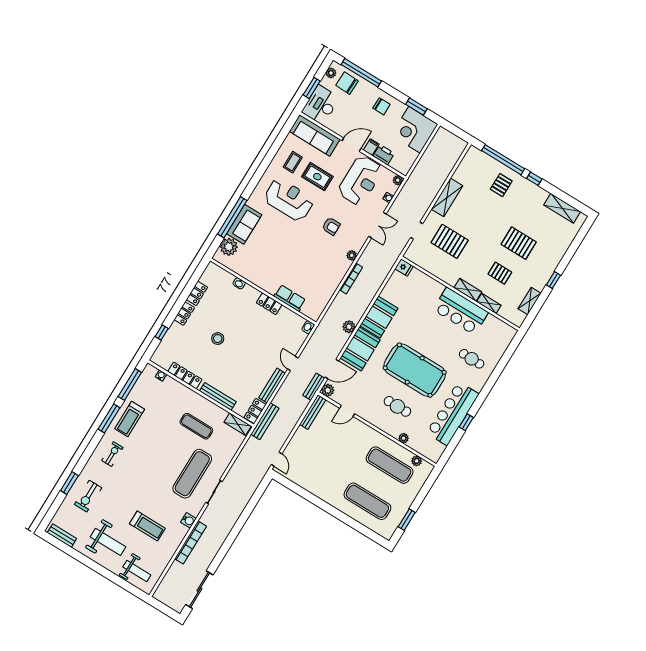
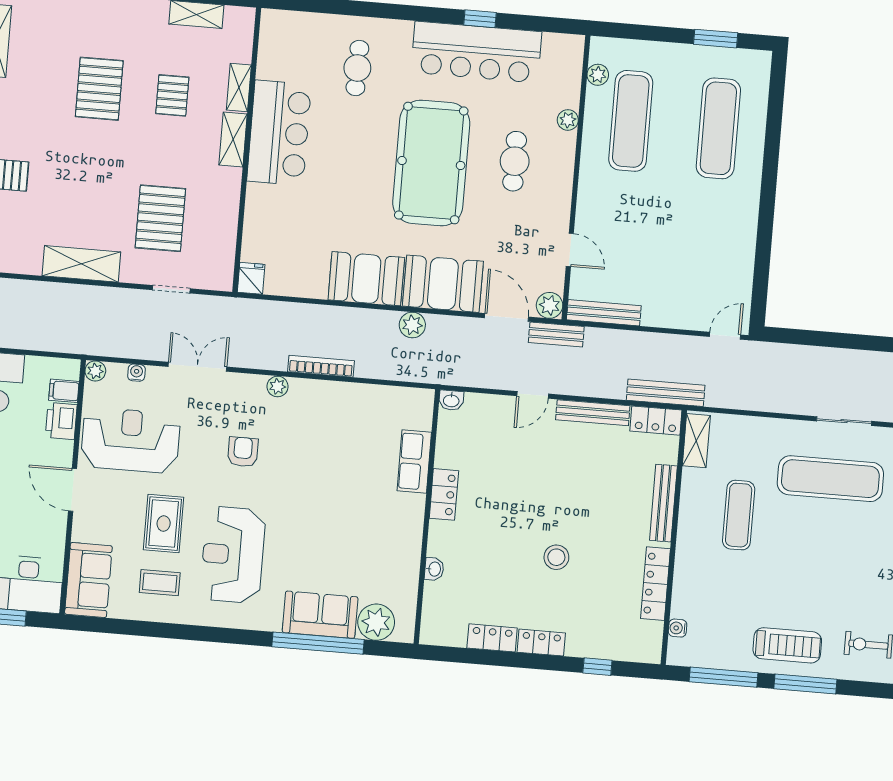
sofa: (315, 135) -> (88, 580), width x0.73
filing cabinet: (371, 147) -> (64, 391), moved

